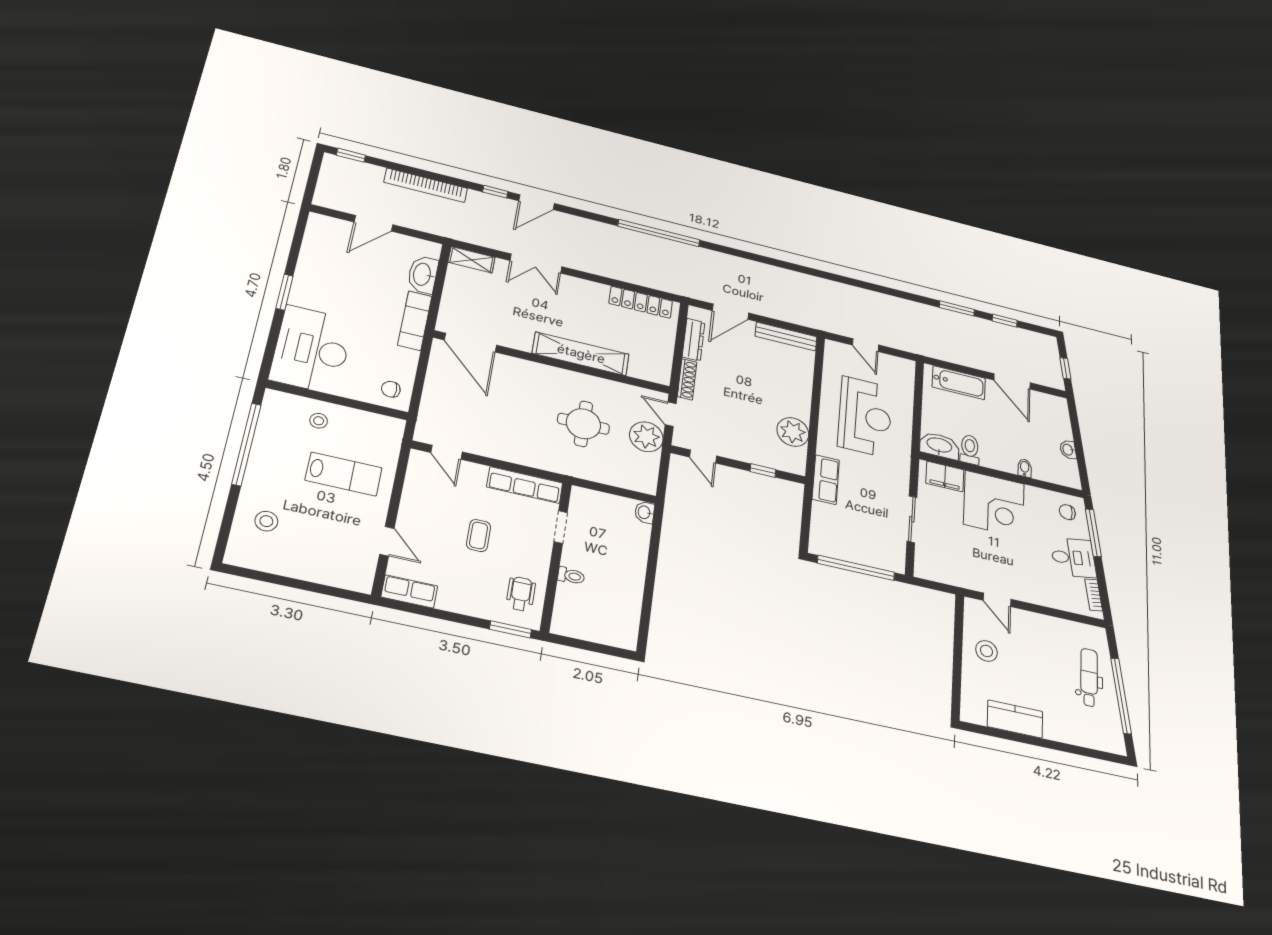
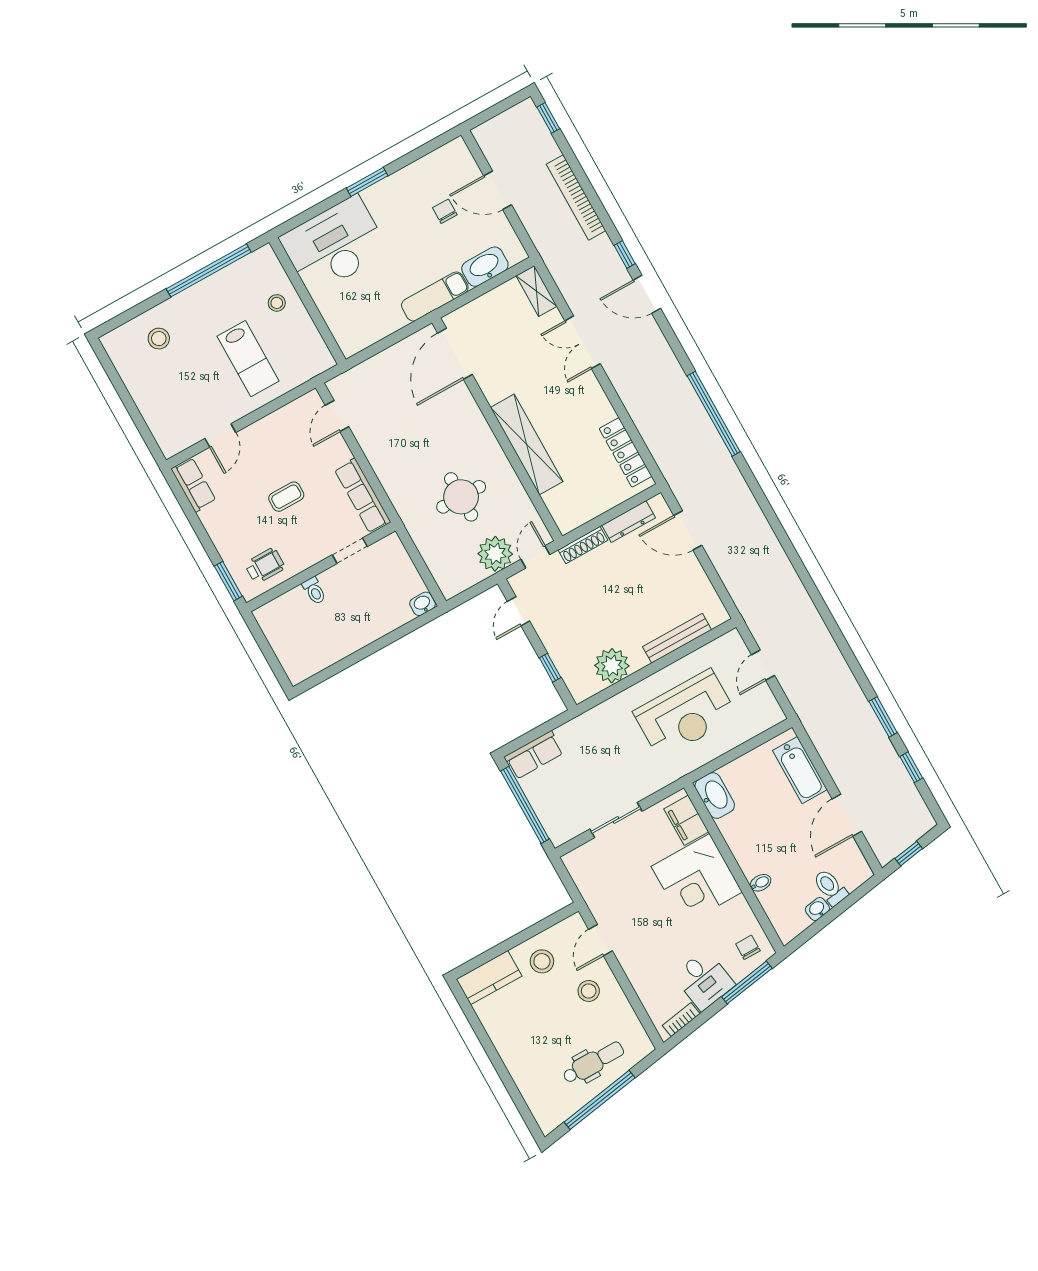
bench: (786, 336) -> (677, 638), moved, turned 90
chair: (391, 389) -> (445, 211), moved
toilet: (970, 450) -> (830, 887), moved, turned -99
row of seats: (826, 480) -> (534, 755), moved
stool: (1031, 638) -> (589, 991), added
kitchen counter: (1015, 719) -> (489, 978), moved, turned 90

